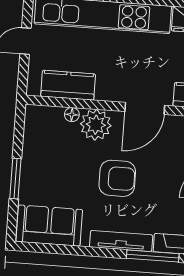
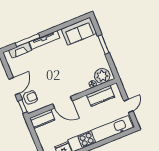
door: (145, 108) -> (62, 102), swing flipped
plant: (96, 125) -> (102, 76), moved
armchair: (117, 178) -> (59, 66), removed

